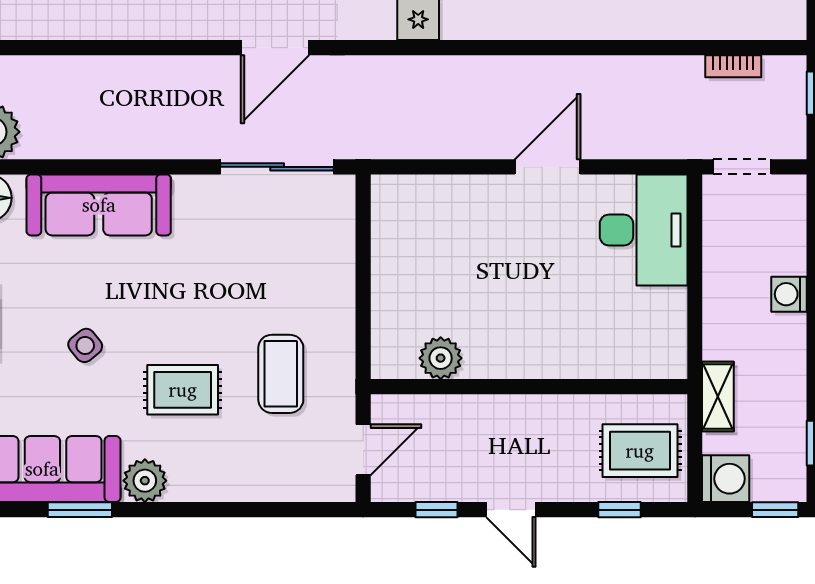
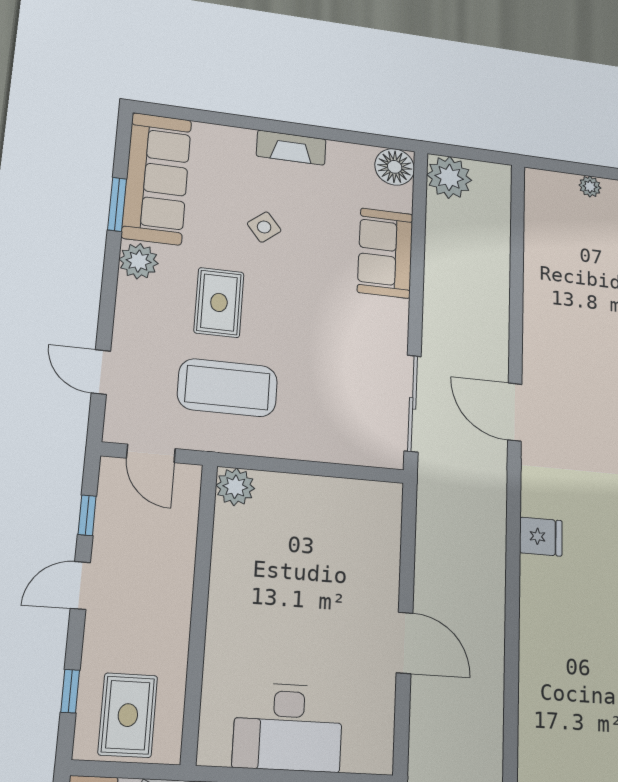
sofa: (99, 205) -> (385, 253), width x0.73
desk: (644, 230) -> (288, 727), moved
plant: (441, 358) -> (235, 487), moved
coffee table: (281, 374) -> (228, 388), width x1.36, depth x1.32
door: (278, 510) -> (101, 372), added

